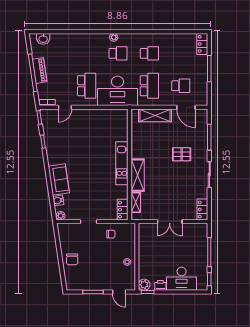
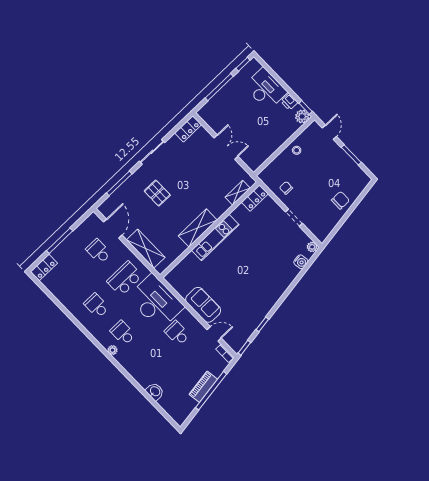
washbasin: (43, 39) -> (155, 391), moved
school desk: (87, 86) -> (177, 333), width x0.54
shelving: (138, 175) -> (198, 228), moved
sofa: (59, 180) -> (203, 305), moved, turned 98

